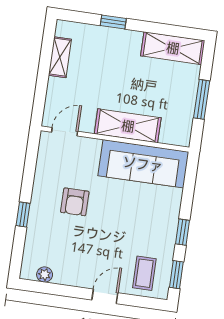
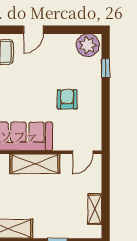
window: (23, 214) -> (106, 68), moved
plant: (45, 275) -> (88, 45), width x1.88, depth x1.88

